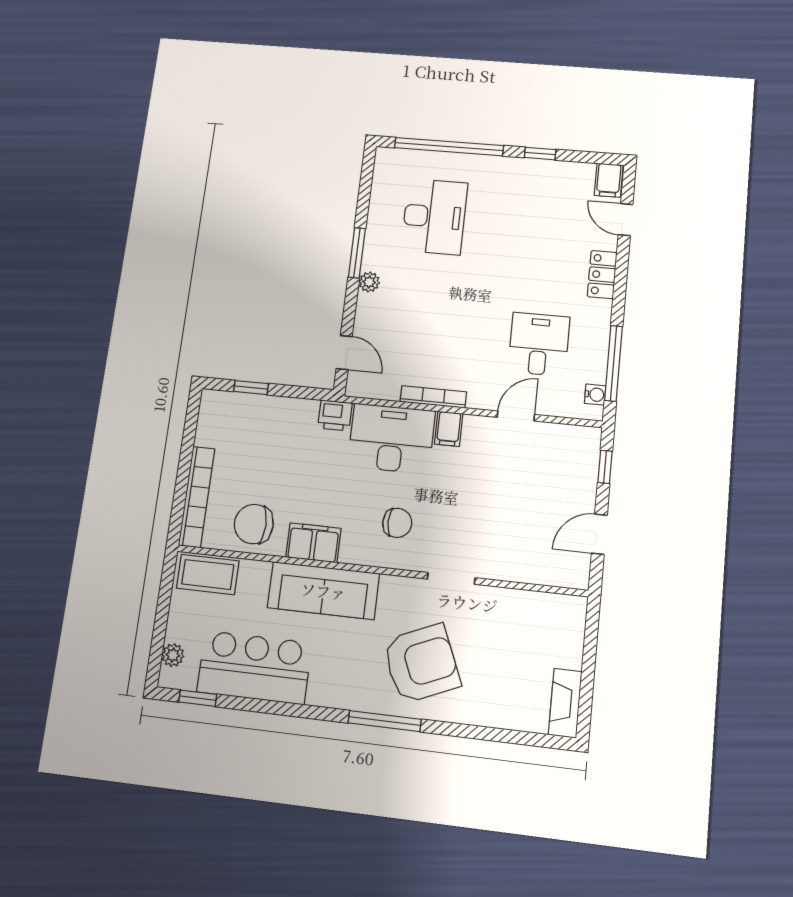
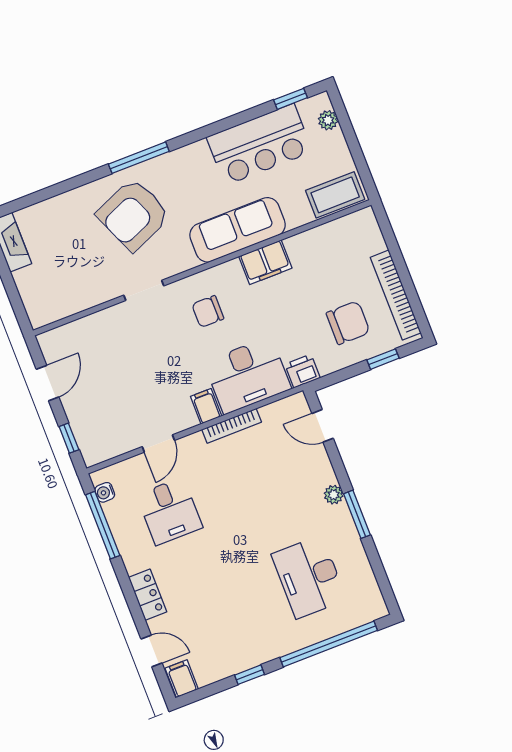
bookcase: (197, 497) -> (396, 295), moved
chair: (254, 524) -> (348, 323), moved

